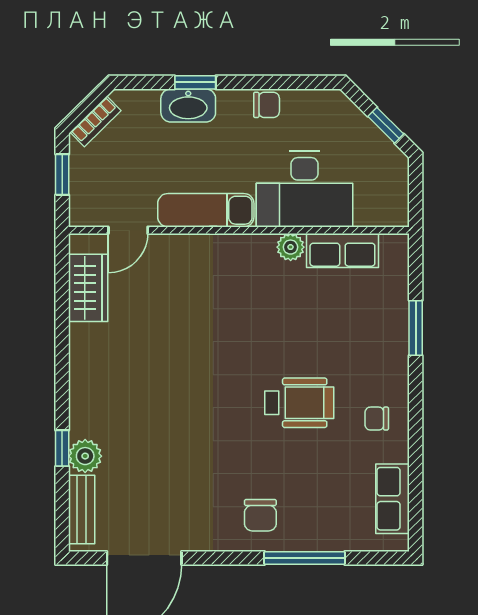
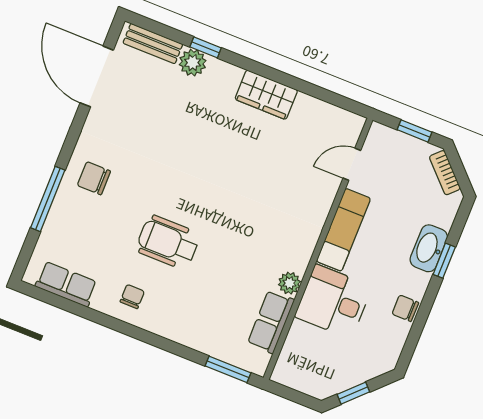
chair: (267, 105) -> (405, 308), turned 90
desk: (305, 189) -> (333, 302), width x0.73
door: (128, 230) -> (352, 164), hinge flipped
wardrobe: (88, 288) -> (266, 95), moved
window: (416, 328) -> (228, 369), moved
wheelchair: (299, 403) -> (168, 242), turned 90

